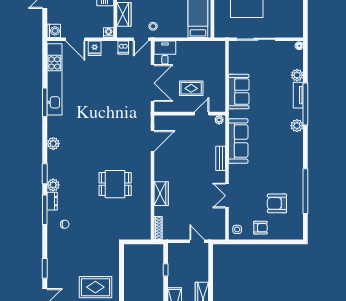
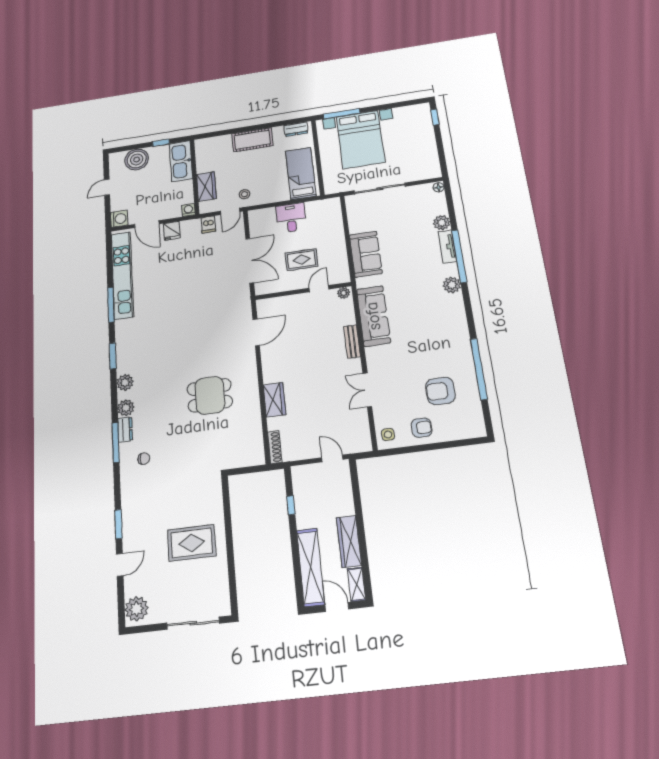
desk: (165, 52) -> (291, 218), moved
plant: (53, 144) -> (125, 382), moved
window: (45, 174) -> (113, 356), moved

